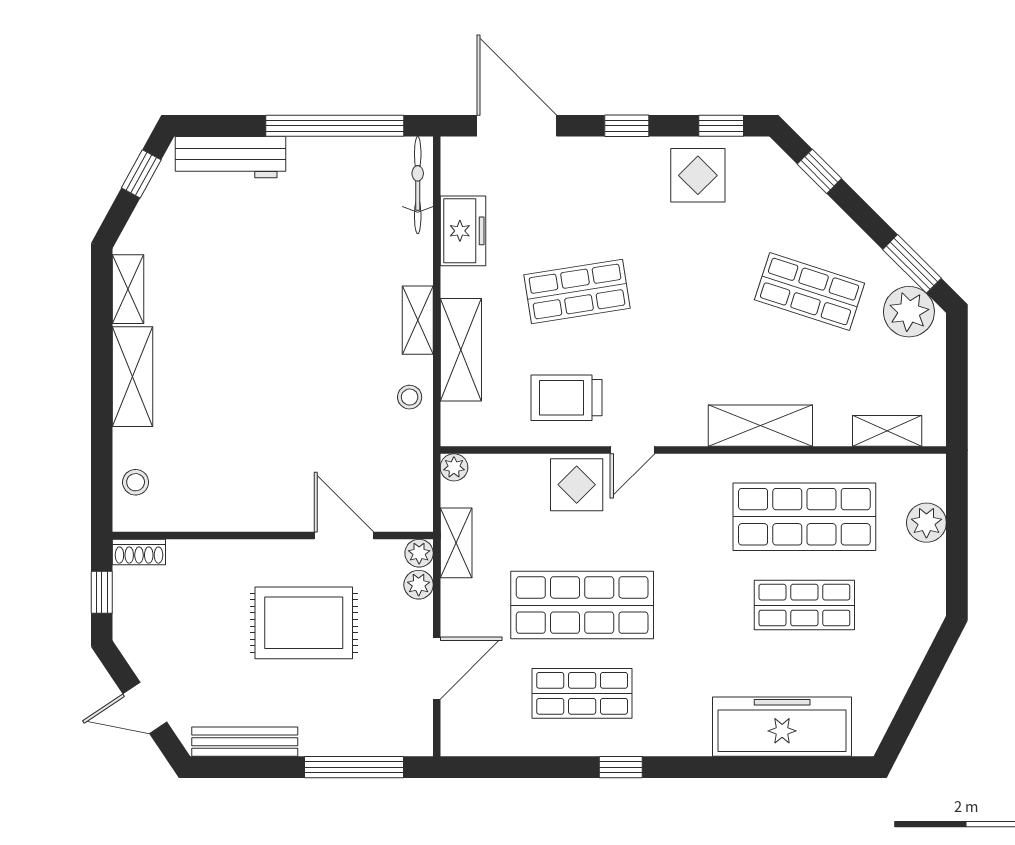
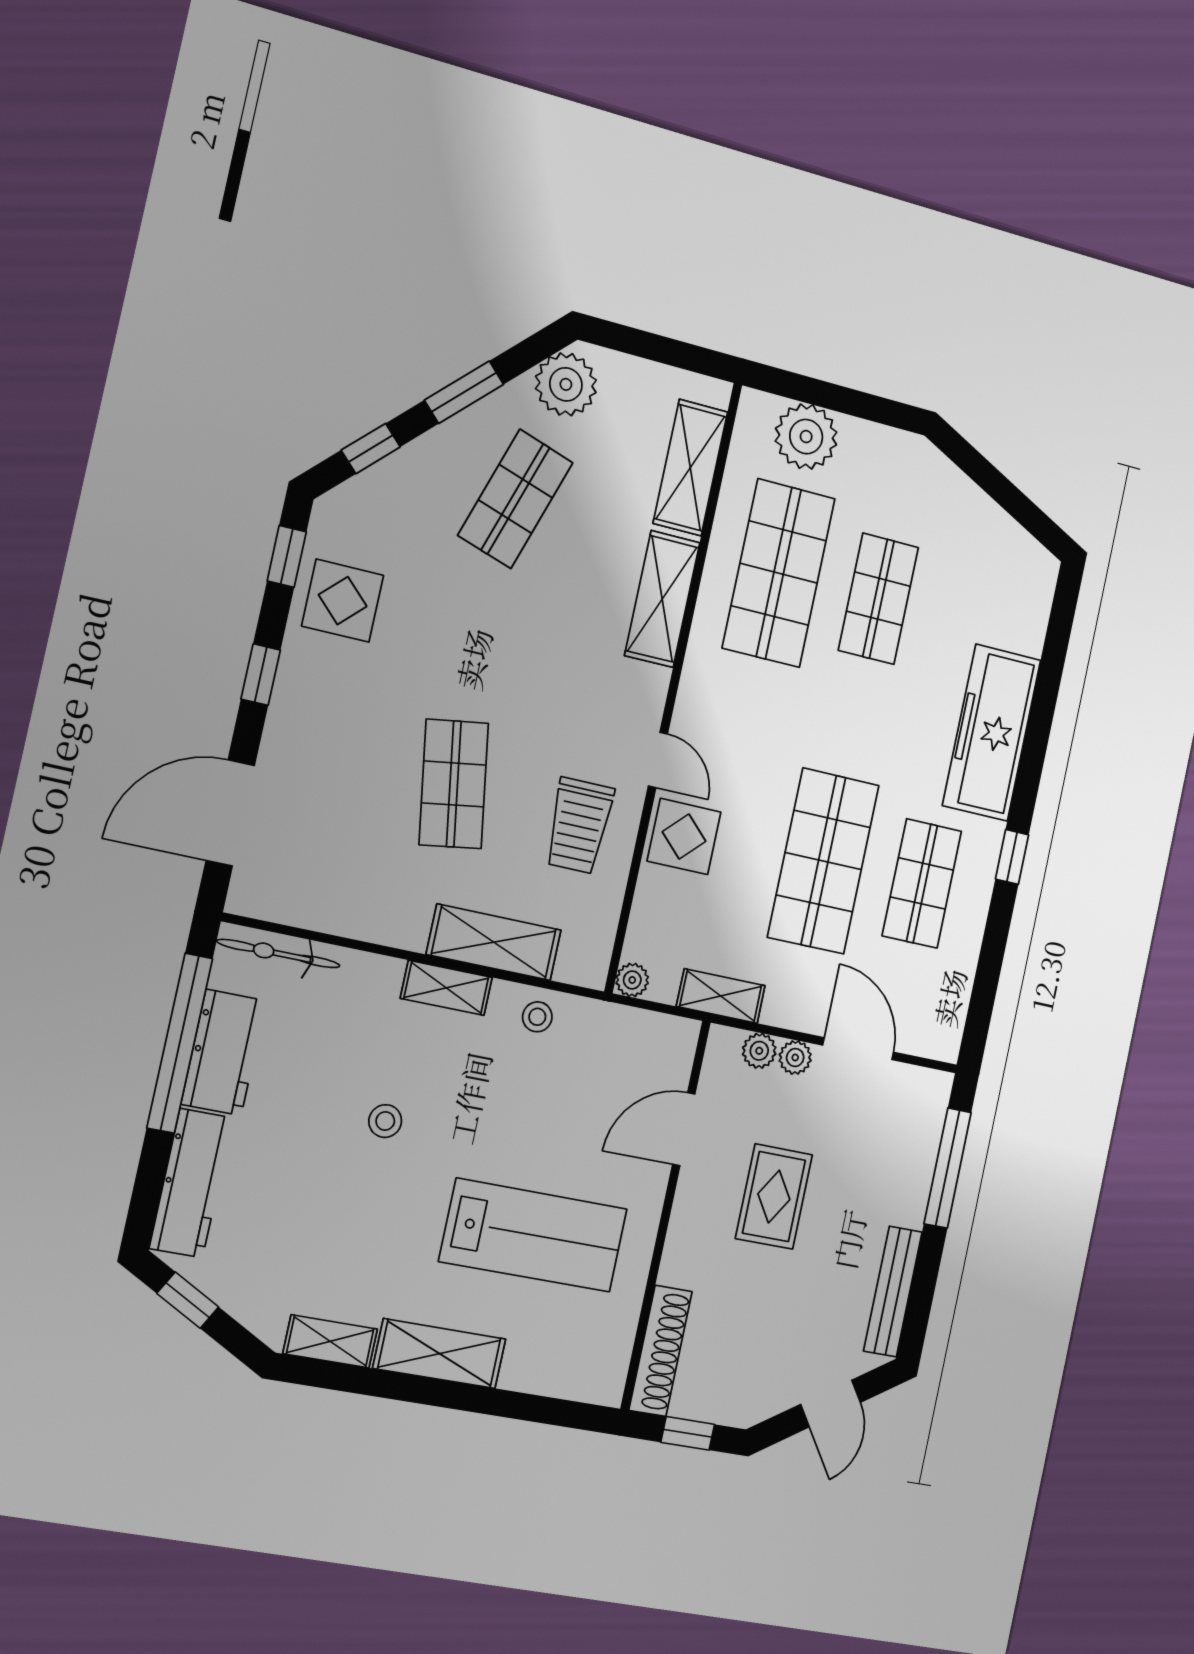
workbench: (334, 160) -> (224, 1052), added
freezer: (463, 231) -> (348, 909), removed
window: (912, 264) -> (464, 392), moved
lab bench: (238, 431) -> (533, 1235), added
shelving: (887, 431) -> (690, 468), width x1.50, depth x1.33
stool: (136, 482) -> (385, 1121), moved
plant: (926, 523) -> (806, 437), width x1.36, depth x1.36
shoe rack: (139, 552) -> (660, 1351), width x1.94, depth x1.24
plant: (419, 553) -> (795, 1058), moved
rug: (304, 623) -> (774, 1197), width x0.73, depth x0.70
freezer: (782, 727) -> (992, 733), moved

